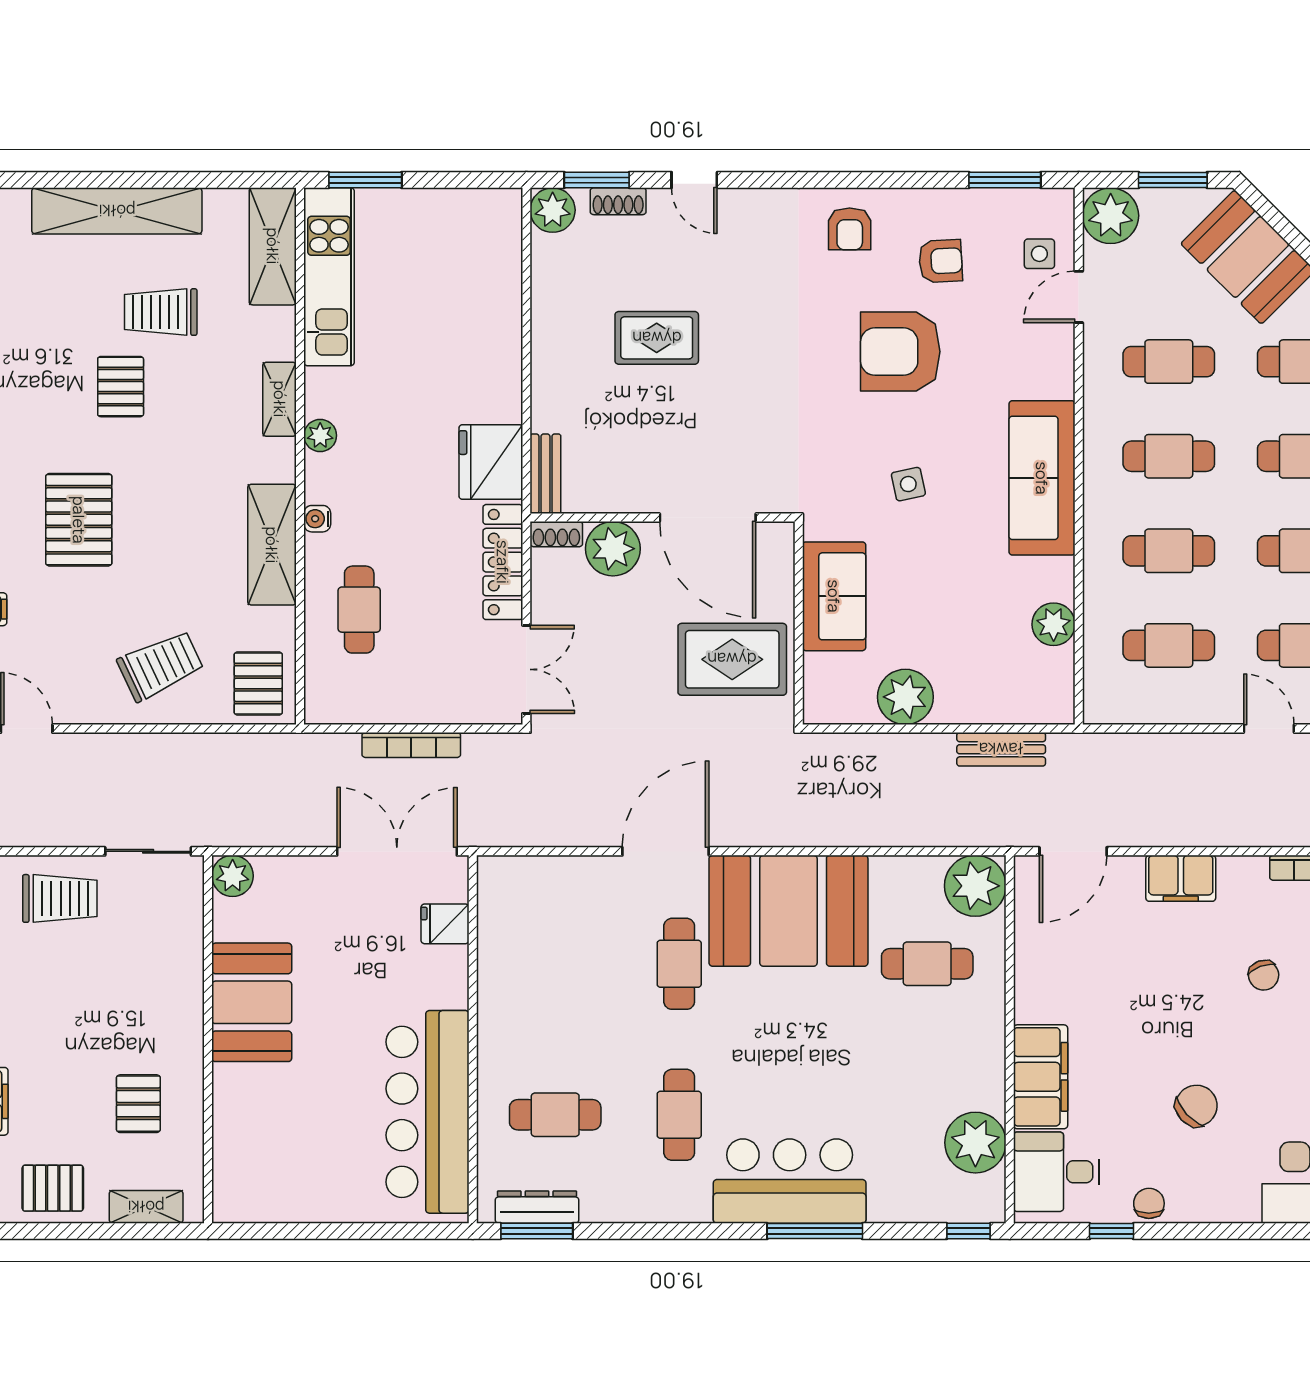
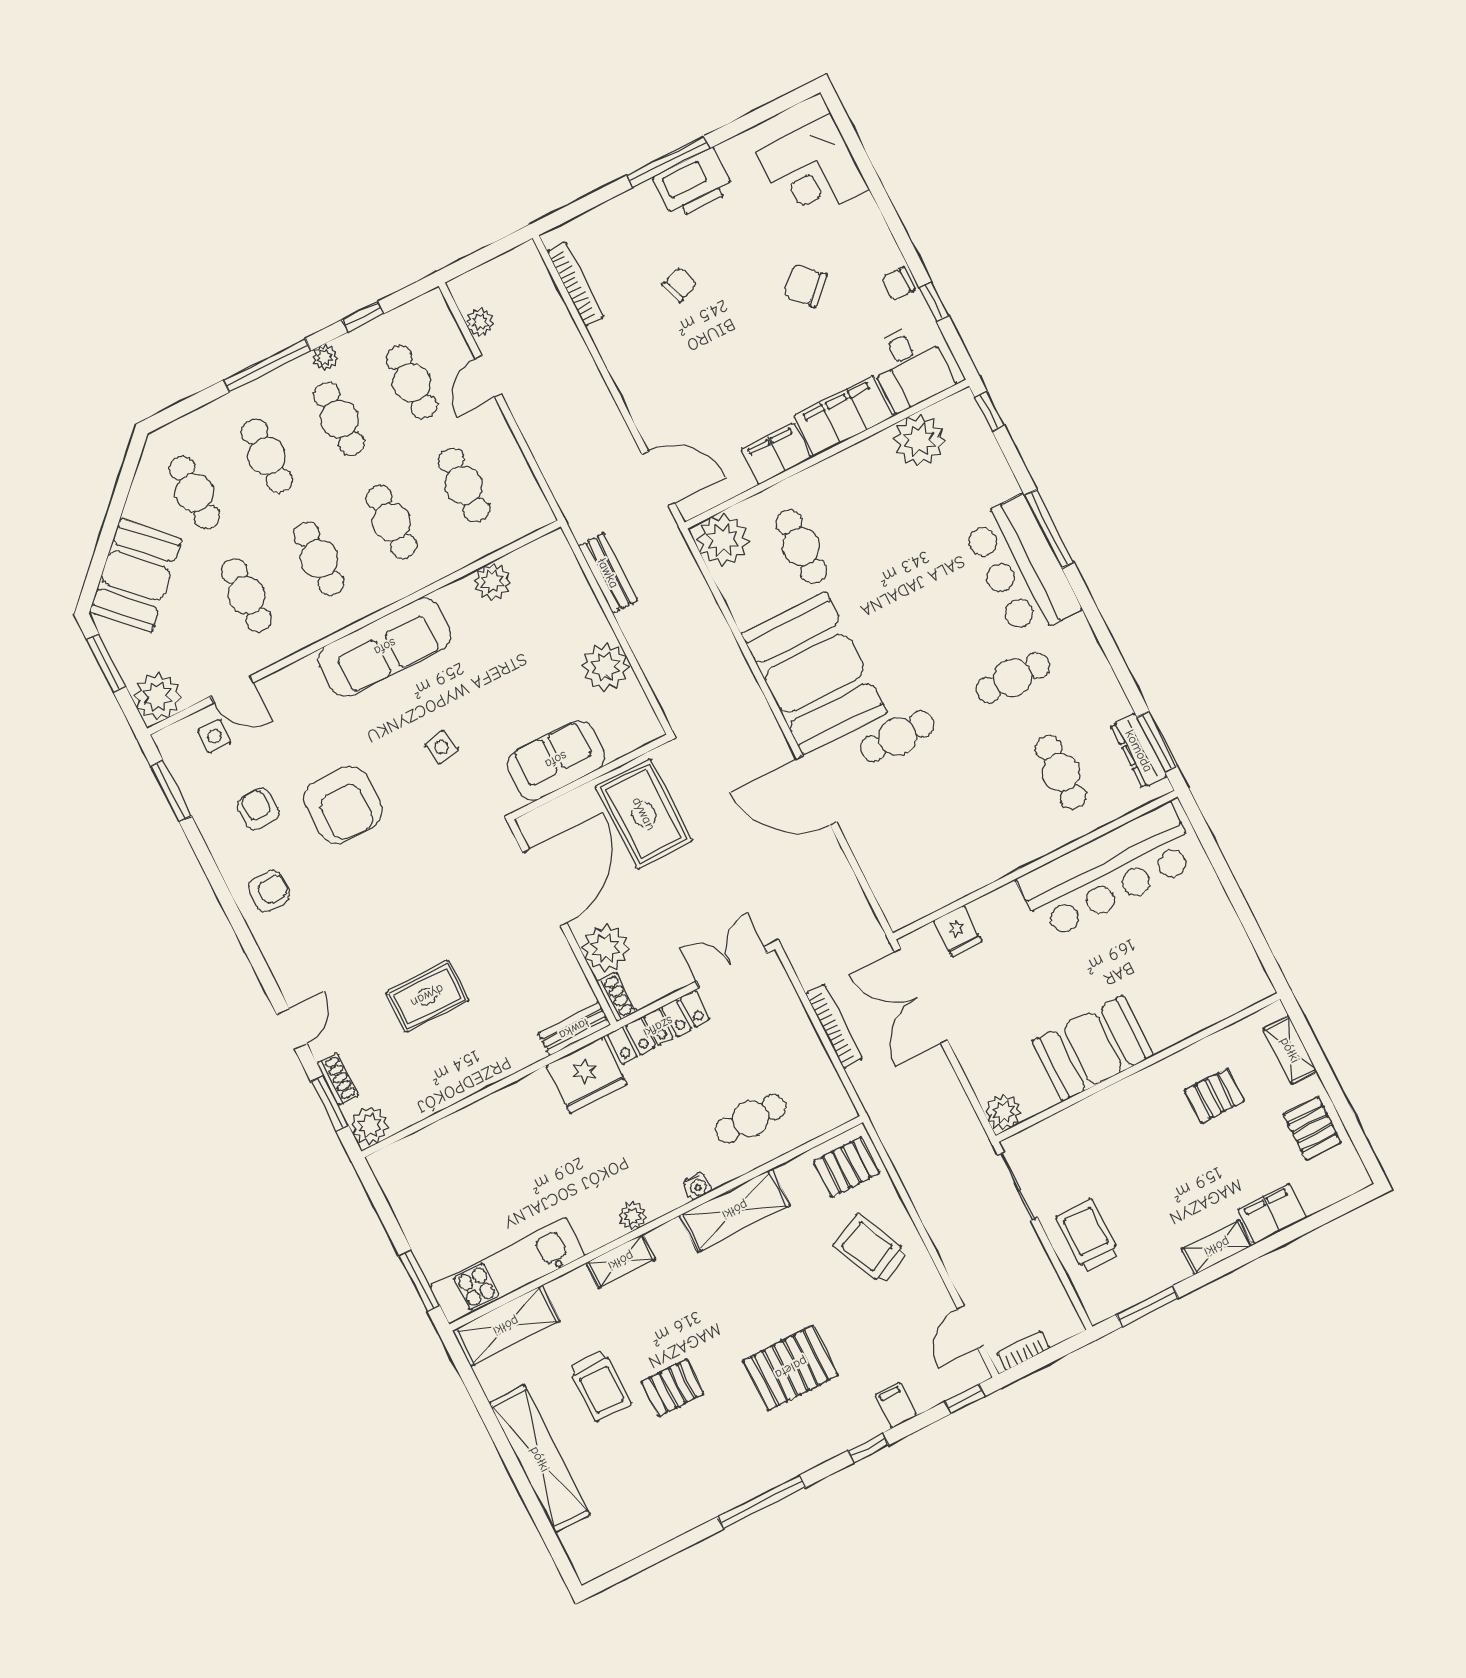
rug: (657, 338) -> (427, 996), turned 90
filing cabinet: (1181, 878) -> (776, 454), moved, turned -90

